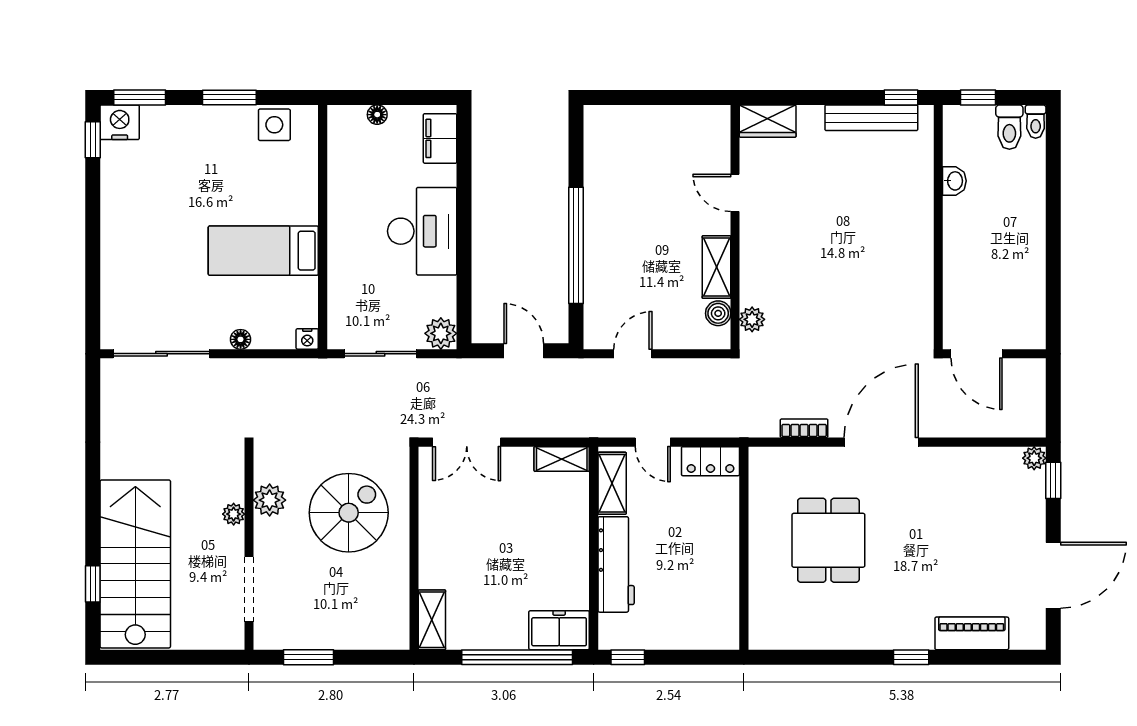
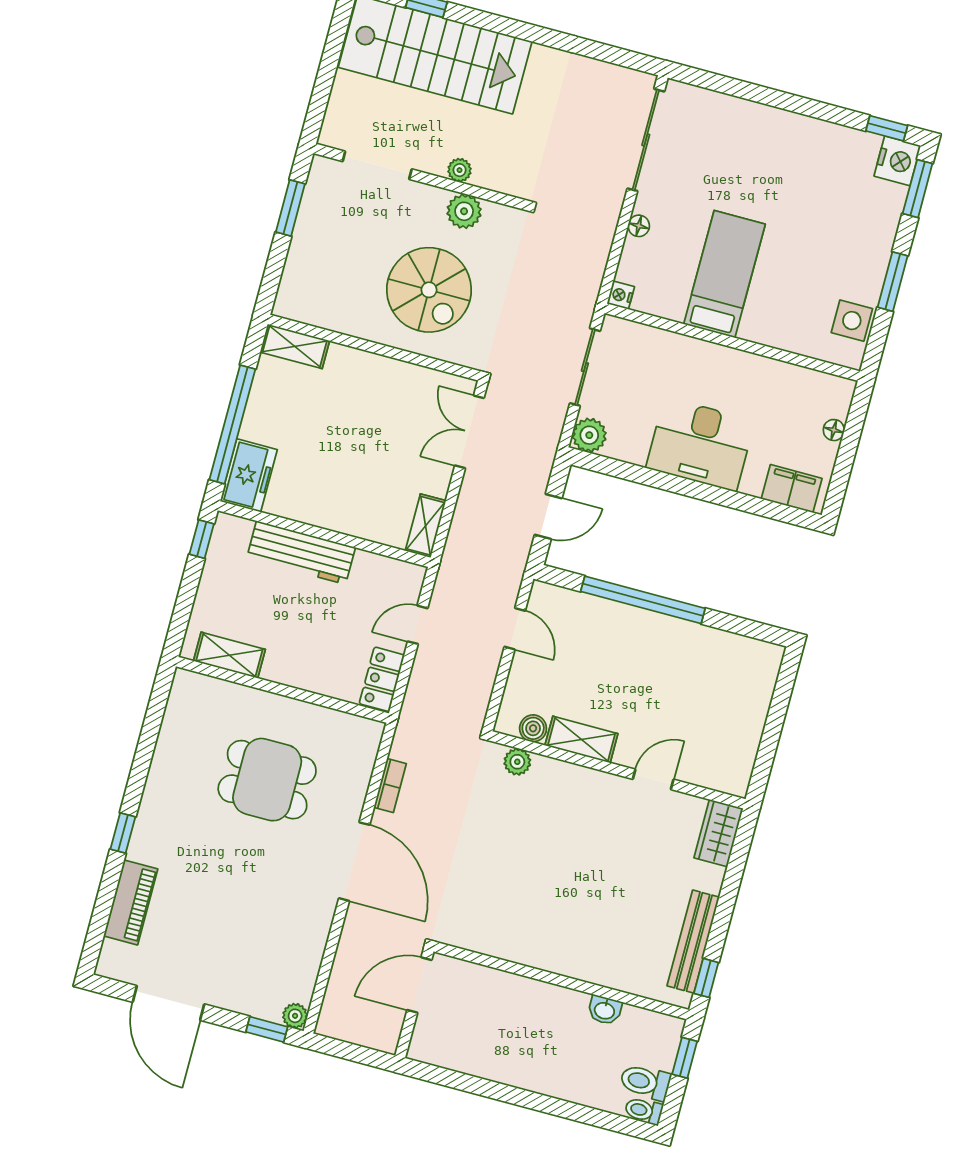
shelving: (612, 483) -> (229, 655), moved

